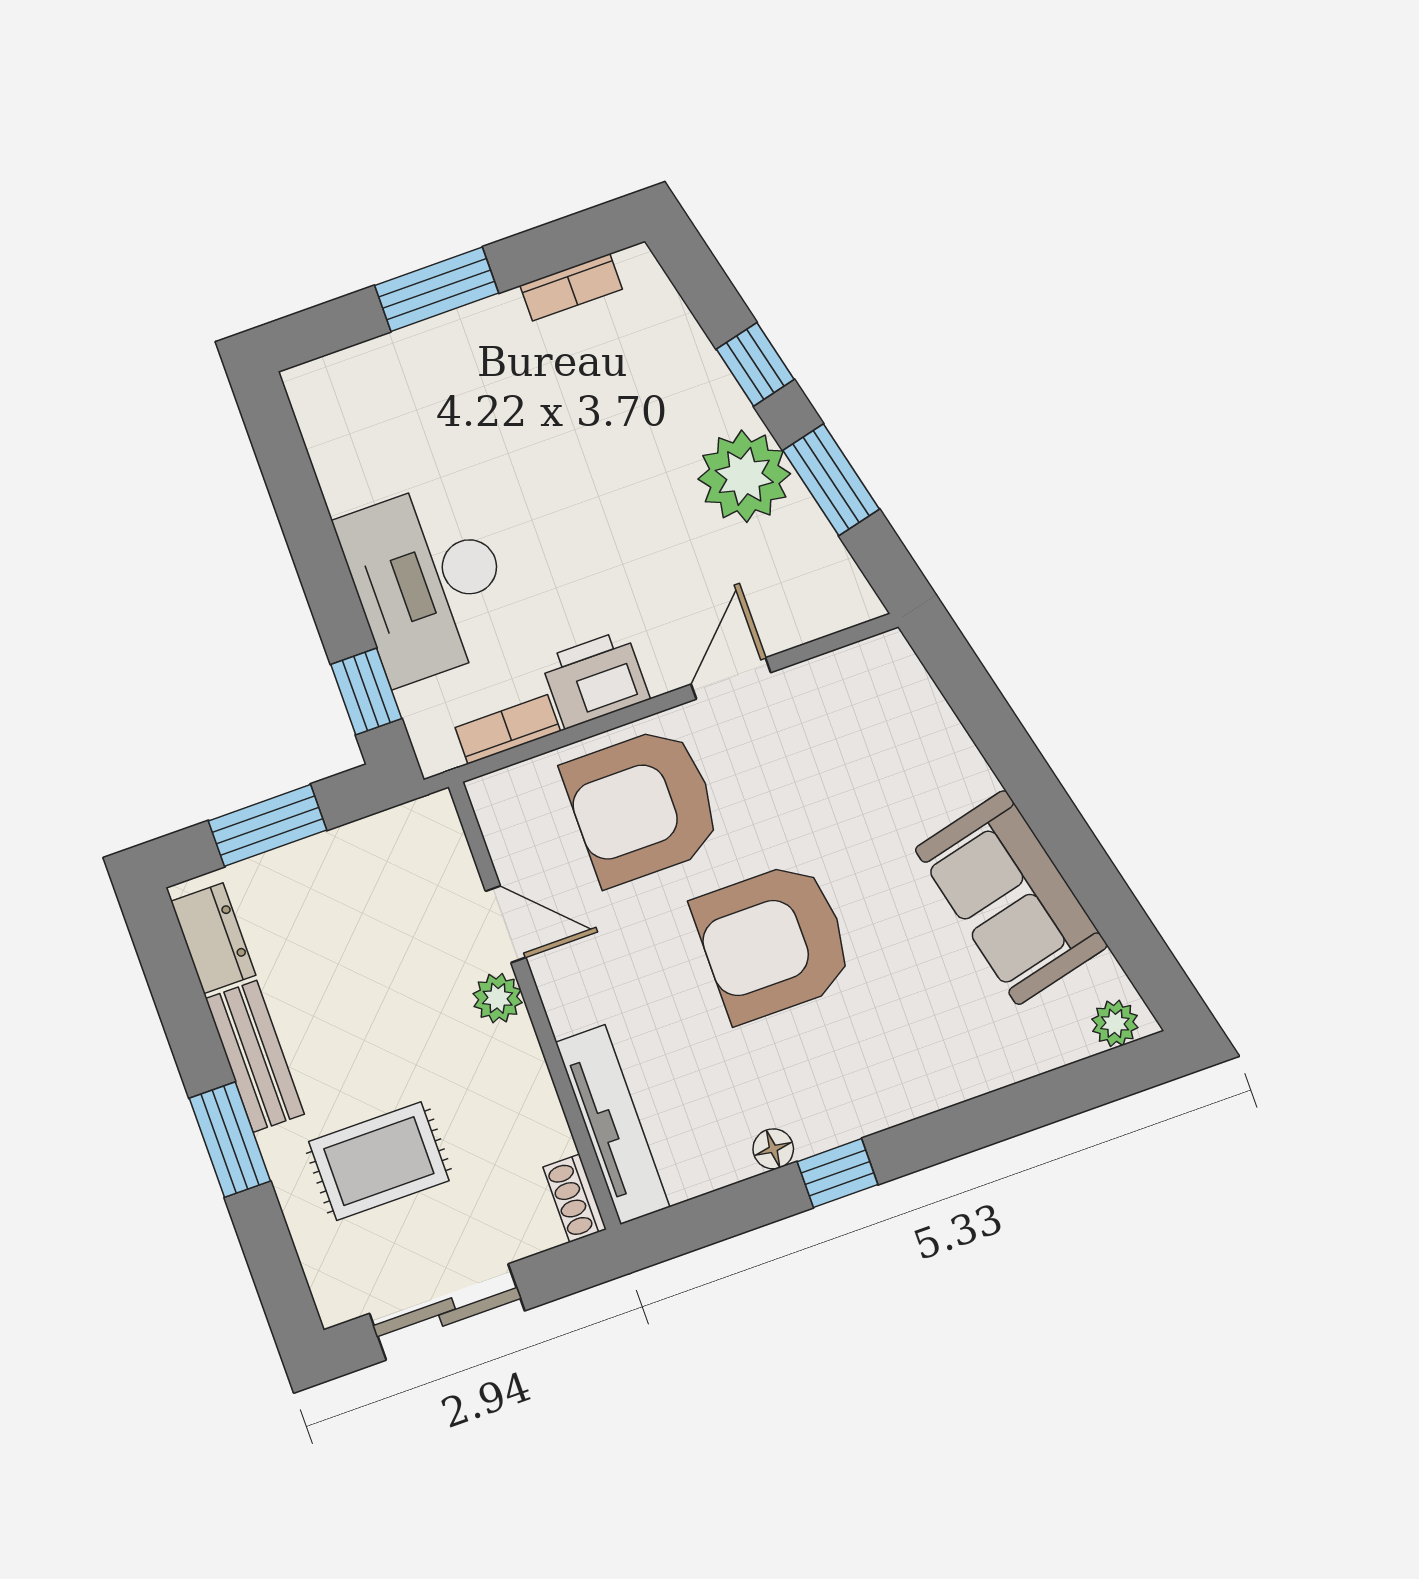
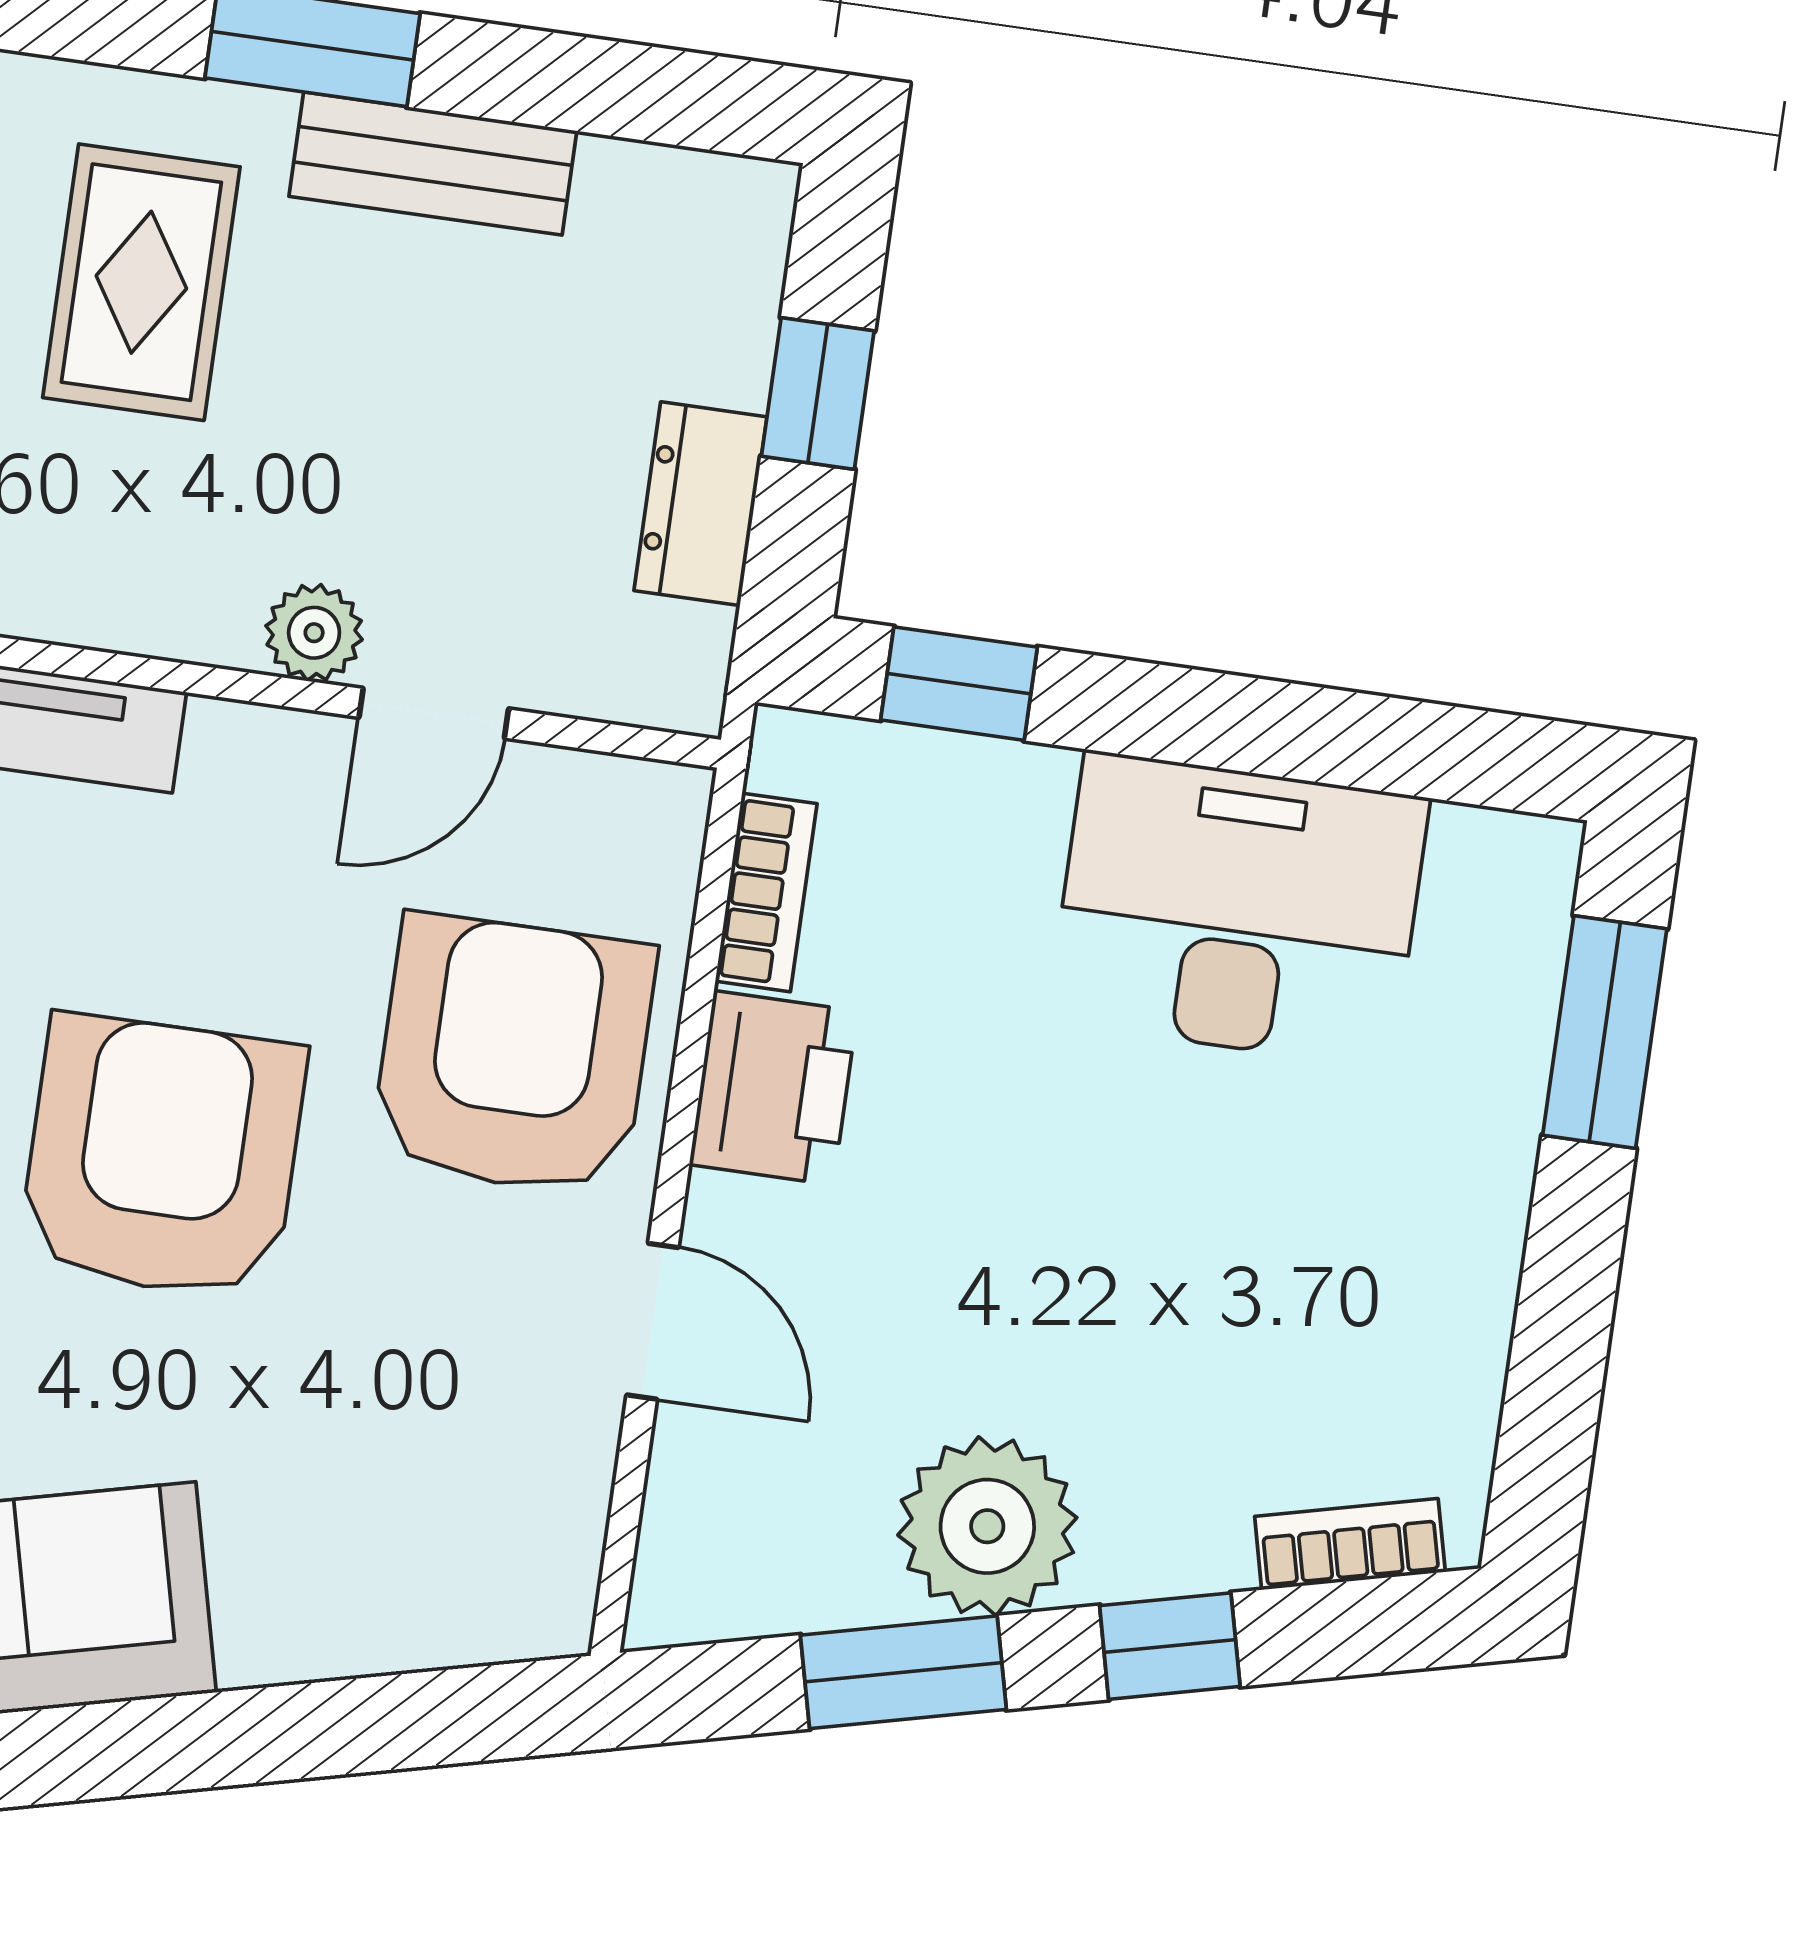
bookcase: (571, 287) -> (1350, 1544), moved, turned 76
window: (437, 289) -> (1605, 1032), moved
desk: (428, 582) -> (1238, 910), moved
window: (268, 825) -> (818, 394), width x0.67
dresser: (213, 938) -> (700, 504), moved, turned 90

